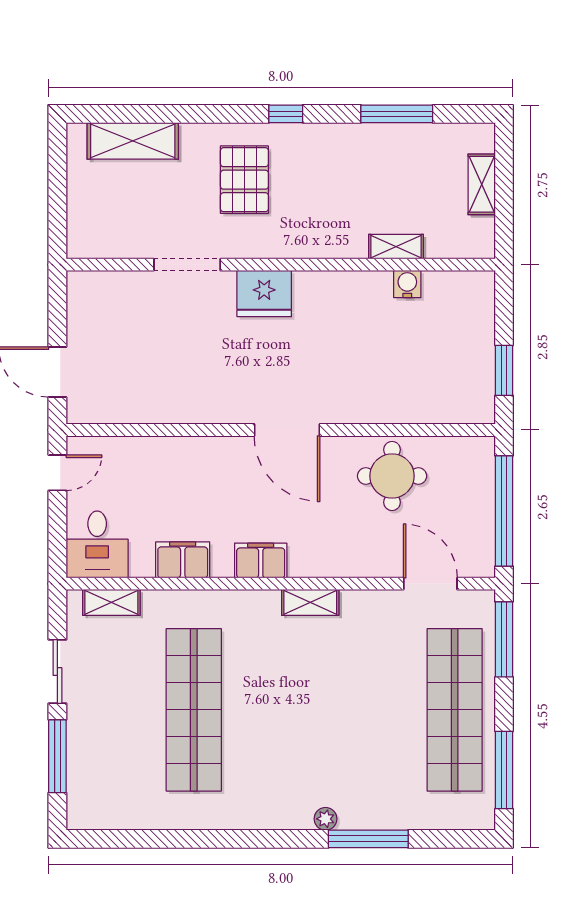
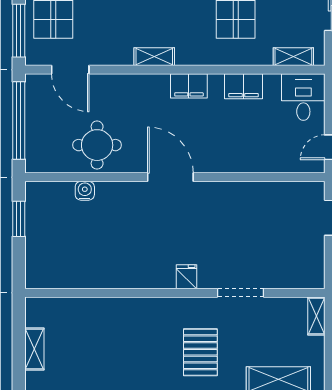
shelving: (396, 247) -> (316, 316), moved, turned 90
water cooler: (407, 284) -> (85, 191), moved, turned 180
fridge: (264, 294) -> (186, 277), width x0.53, depth x0.75

